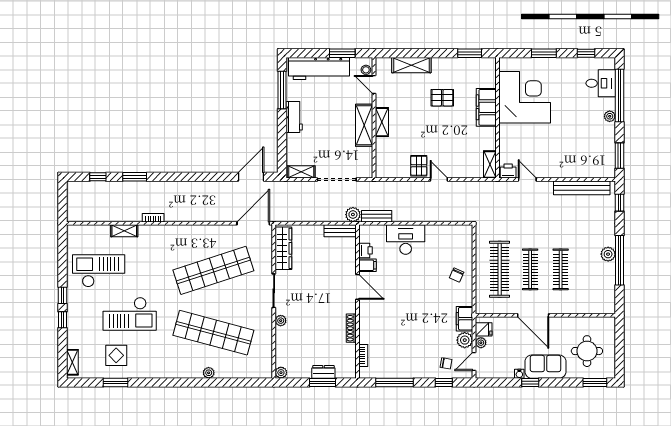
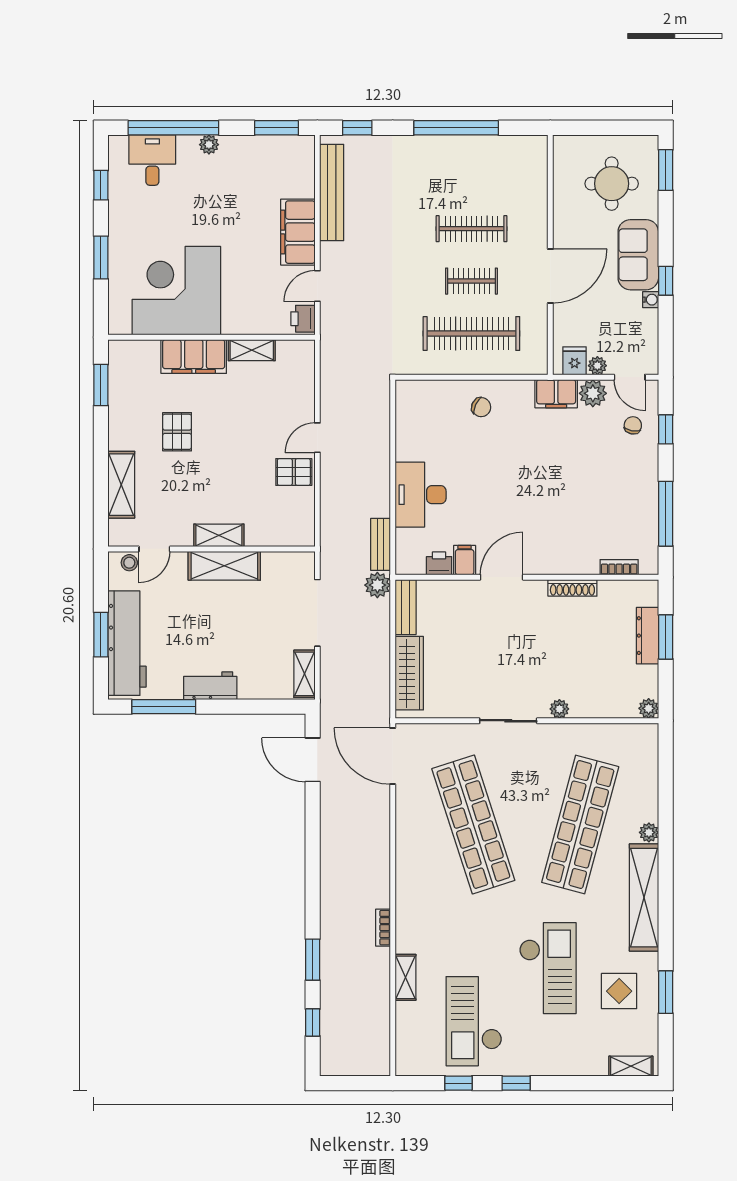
window: (342, 53) -> (101, 635), moved
shelving: (490, 164) -> (252, 350), moved
filing cabinet: (559, 168) -> (298, 232), added
wardrobe: (283, 248) -> (409, 673), moved, turned 90
plant: (608, 254) -> (445, 147), removed
clothes rail: (530, 269) -> (471, 281), width x0.73
window: (63, 320) -> (459, 1083), moved
shelving: (171, 370) -> (644, 898), added
dresser: (323, 372) -> (647, 636), width x1.44

